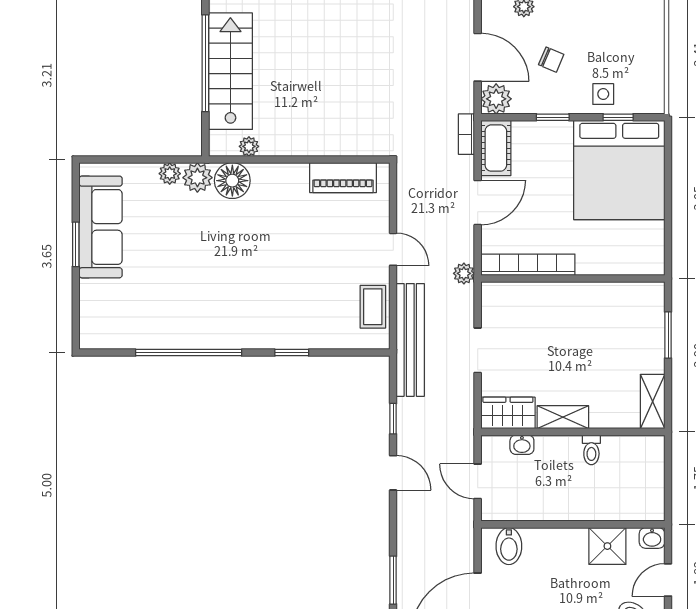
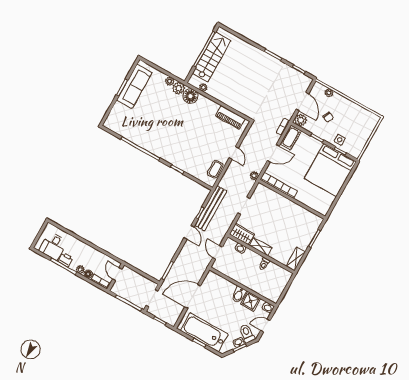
bench: (410, 340) -> (211, 208), moved
bidet: (509, 546) -> (239, 295), moved

